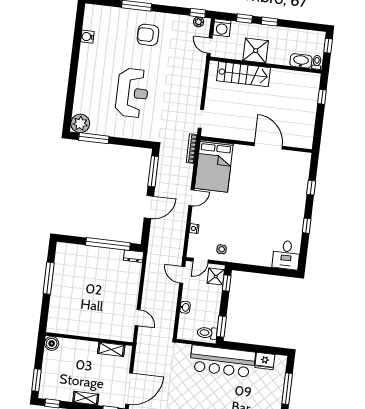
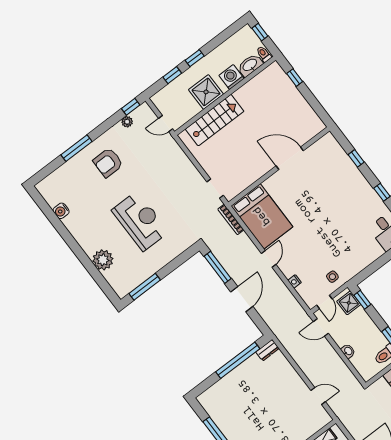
plant: (199, 22) -> (127, 122), moved
washing machine: (222, 28) -> (231, 77), moved, turned 180
plant: (80, 123) -> (103, 260), moved

